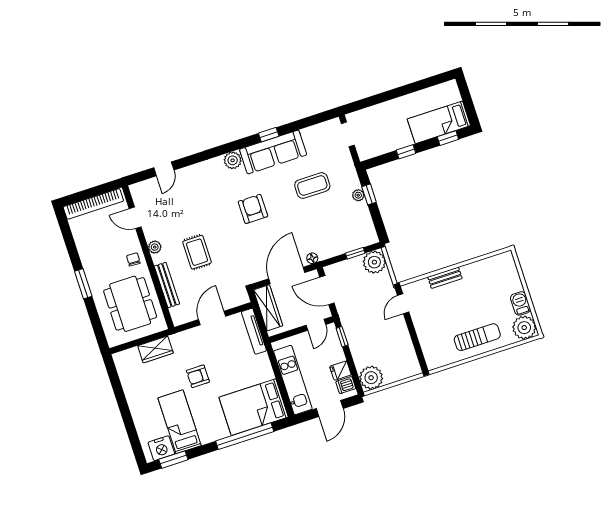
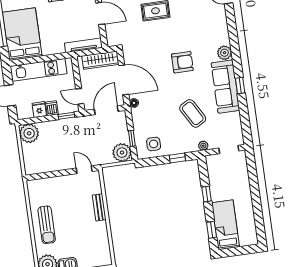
coffee table: (312, 186) -> (193, 113), turned -30
plant: (358, 195) -> (203, 146), moved
side table: (357, 226) -> (154, 144), added
dishwasher: (346, 385) -> (52, 108), moved

